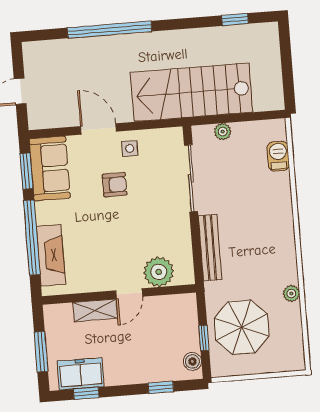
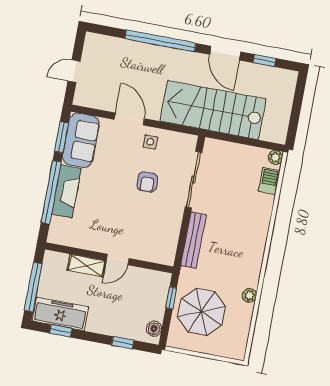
door: (188, 23) -> (225, 53), added
plant: (223, 132) -> (275, 157), moved
armchair: (115, 185) -> (147, 182), moved, turned 87
fireplace: (51, 255) -> (66, 191), moved
plant: (159, 272) -> (146, 248), removed
window: (204, 338) -> (171, 298), moved
window: (41, 352) -> (33, 287), width x1.44
freezer: (81, 374) -> (61, 314), width x1.40

